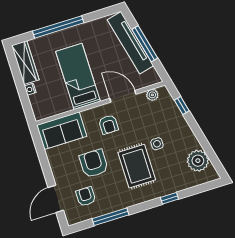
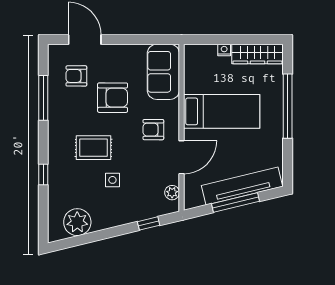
rug: (137, 166) -> (93, 148), width x0.73, depth x0.70
armchair: (86, 197) -> (76, 76), turned 180

